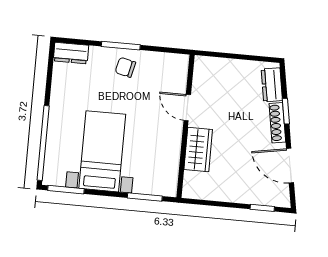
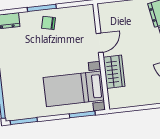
door: (187, 108) -> (100, 43), swing flipped
bed with nightstands: (102, 151) -> (74, 89), moved, turned -90

